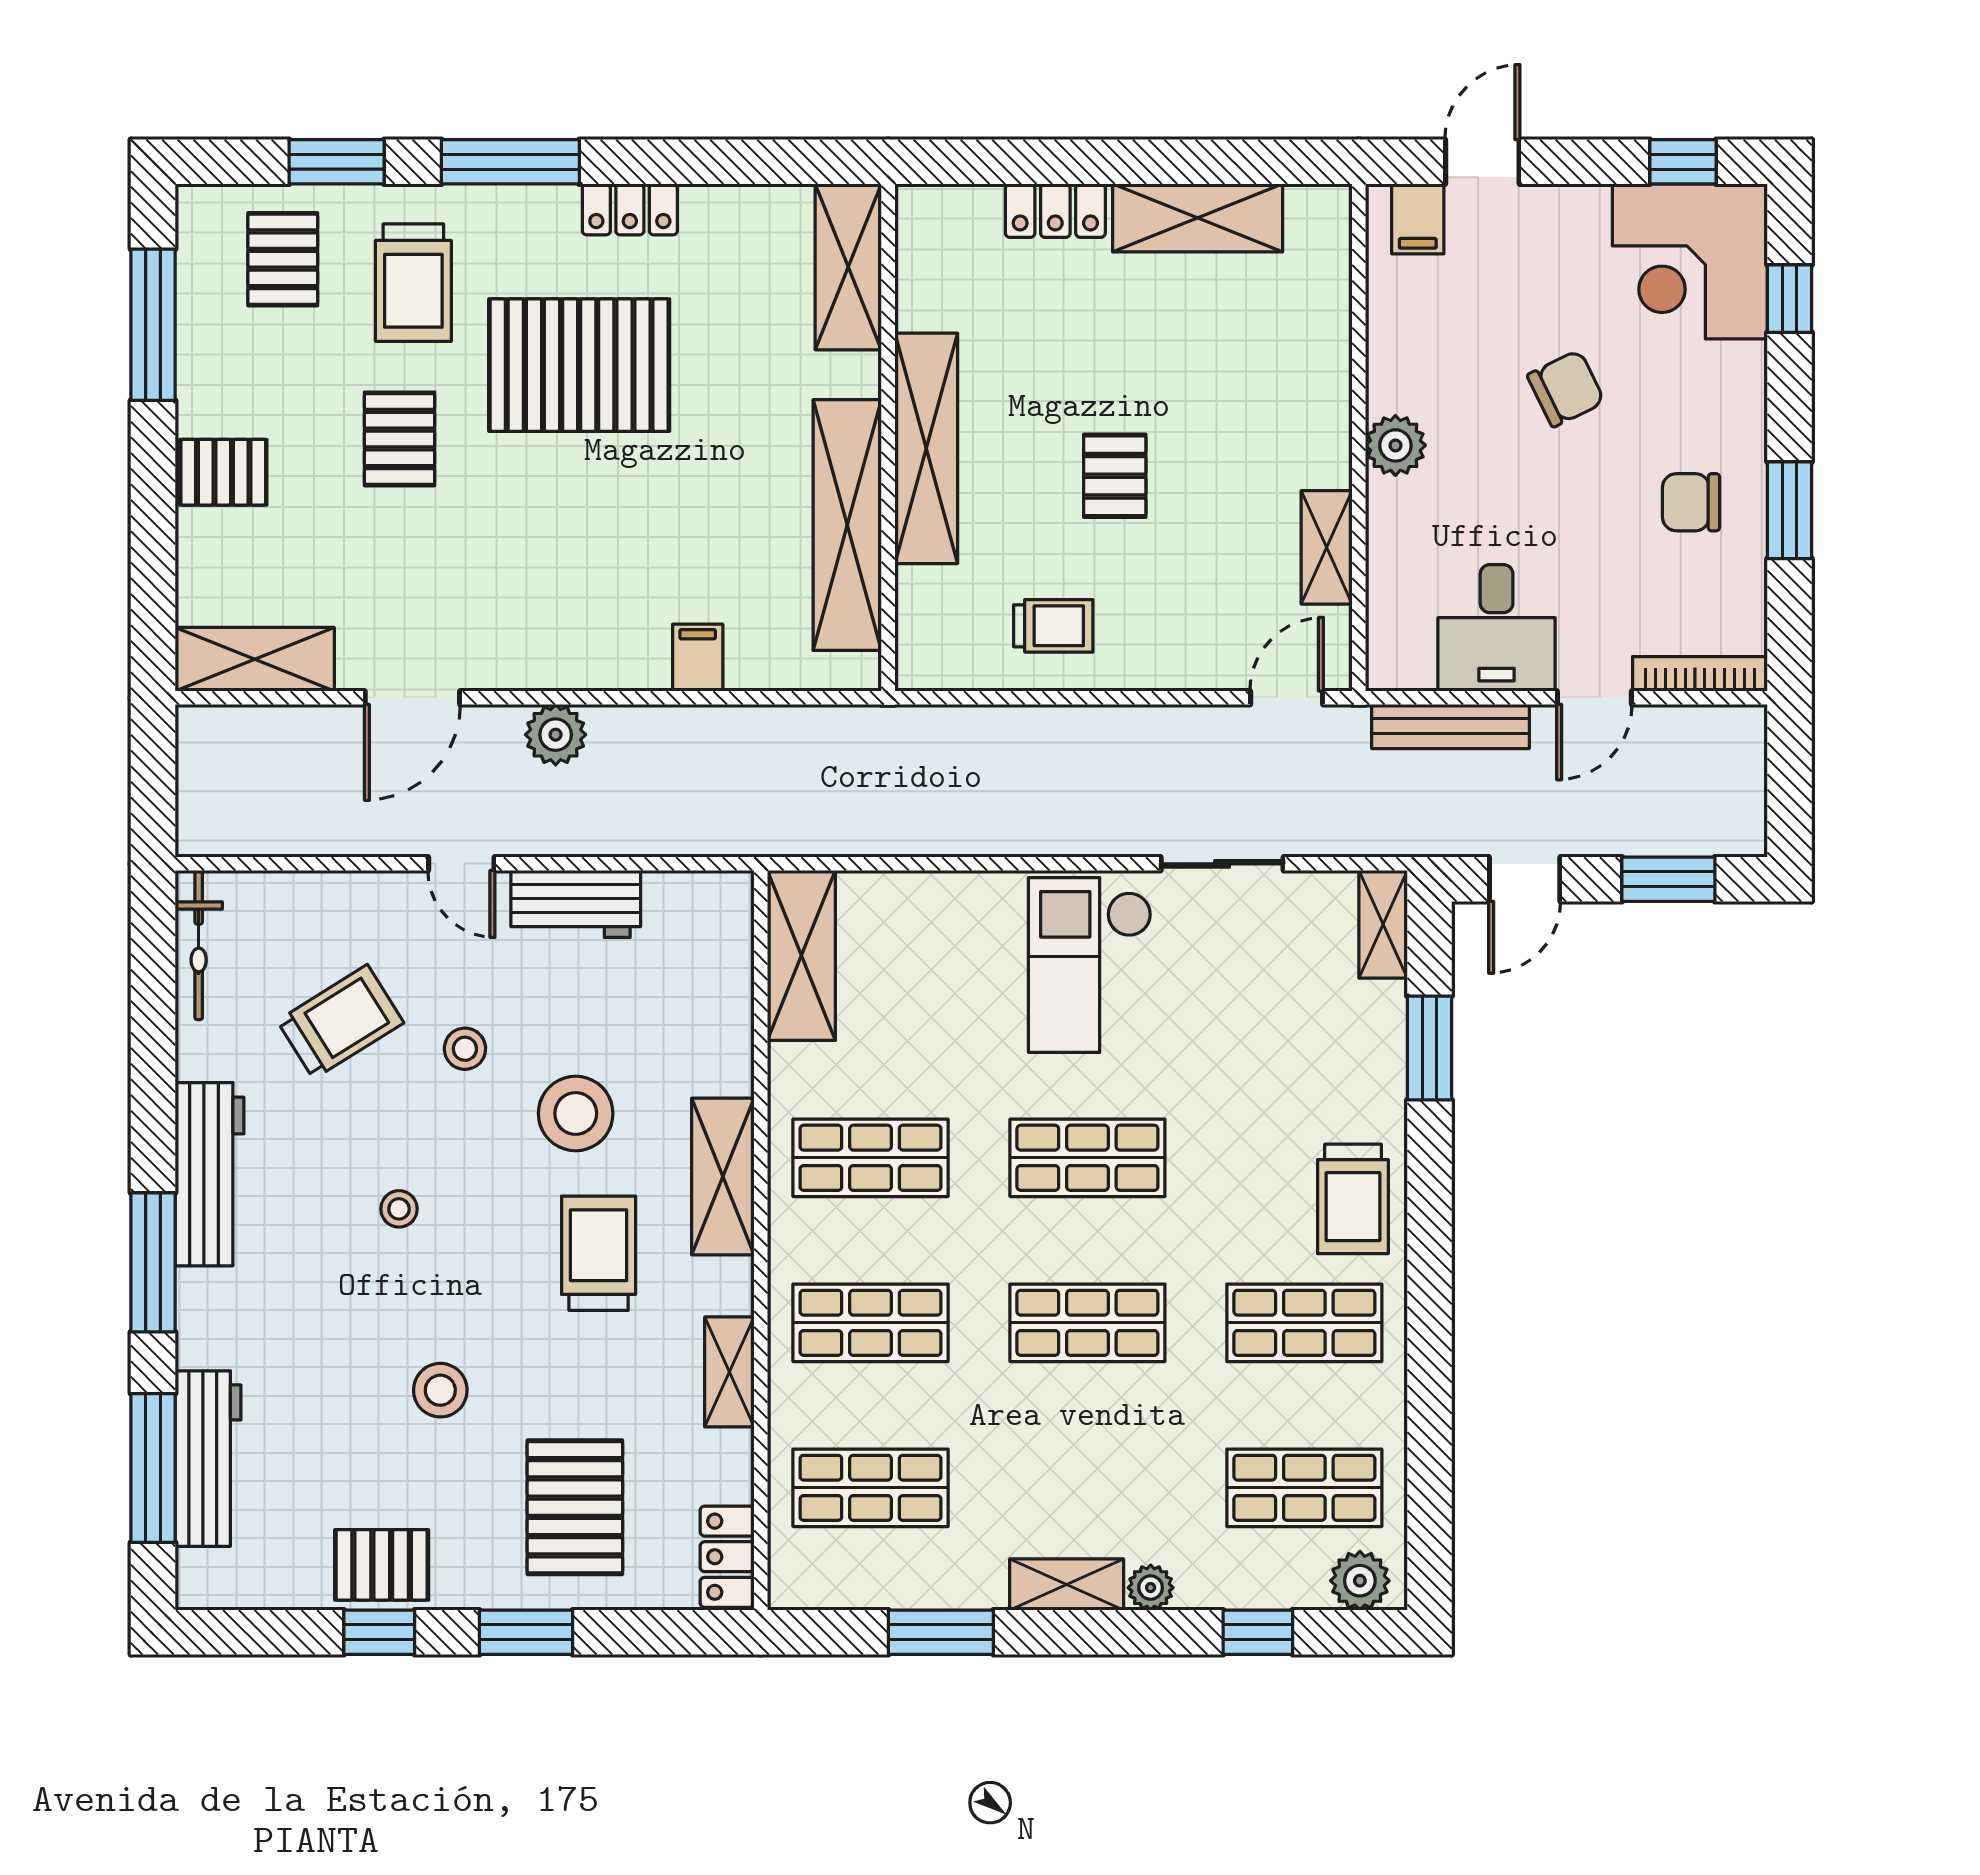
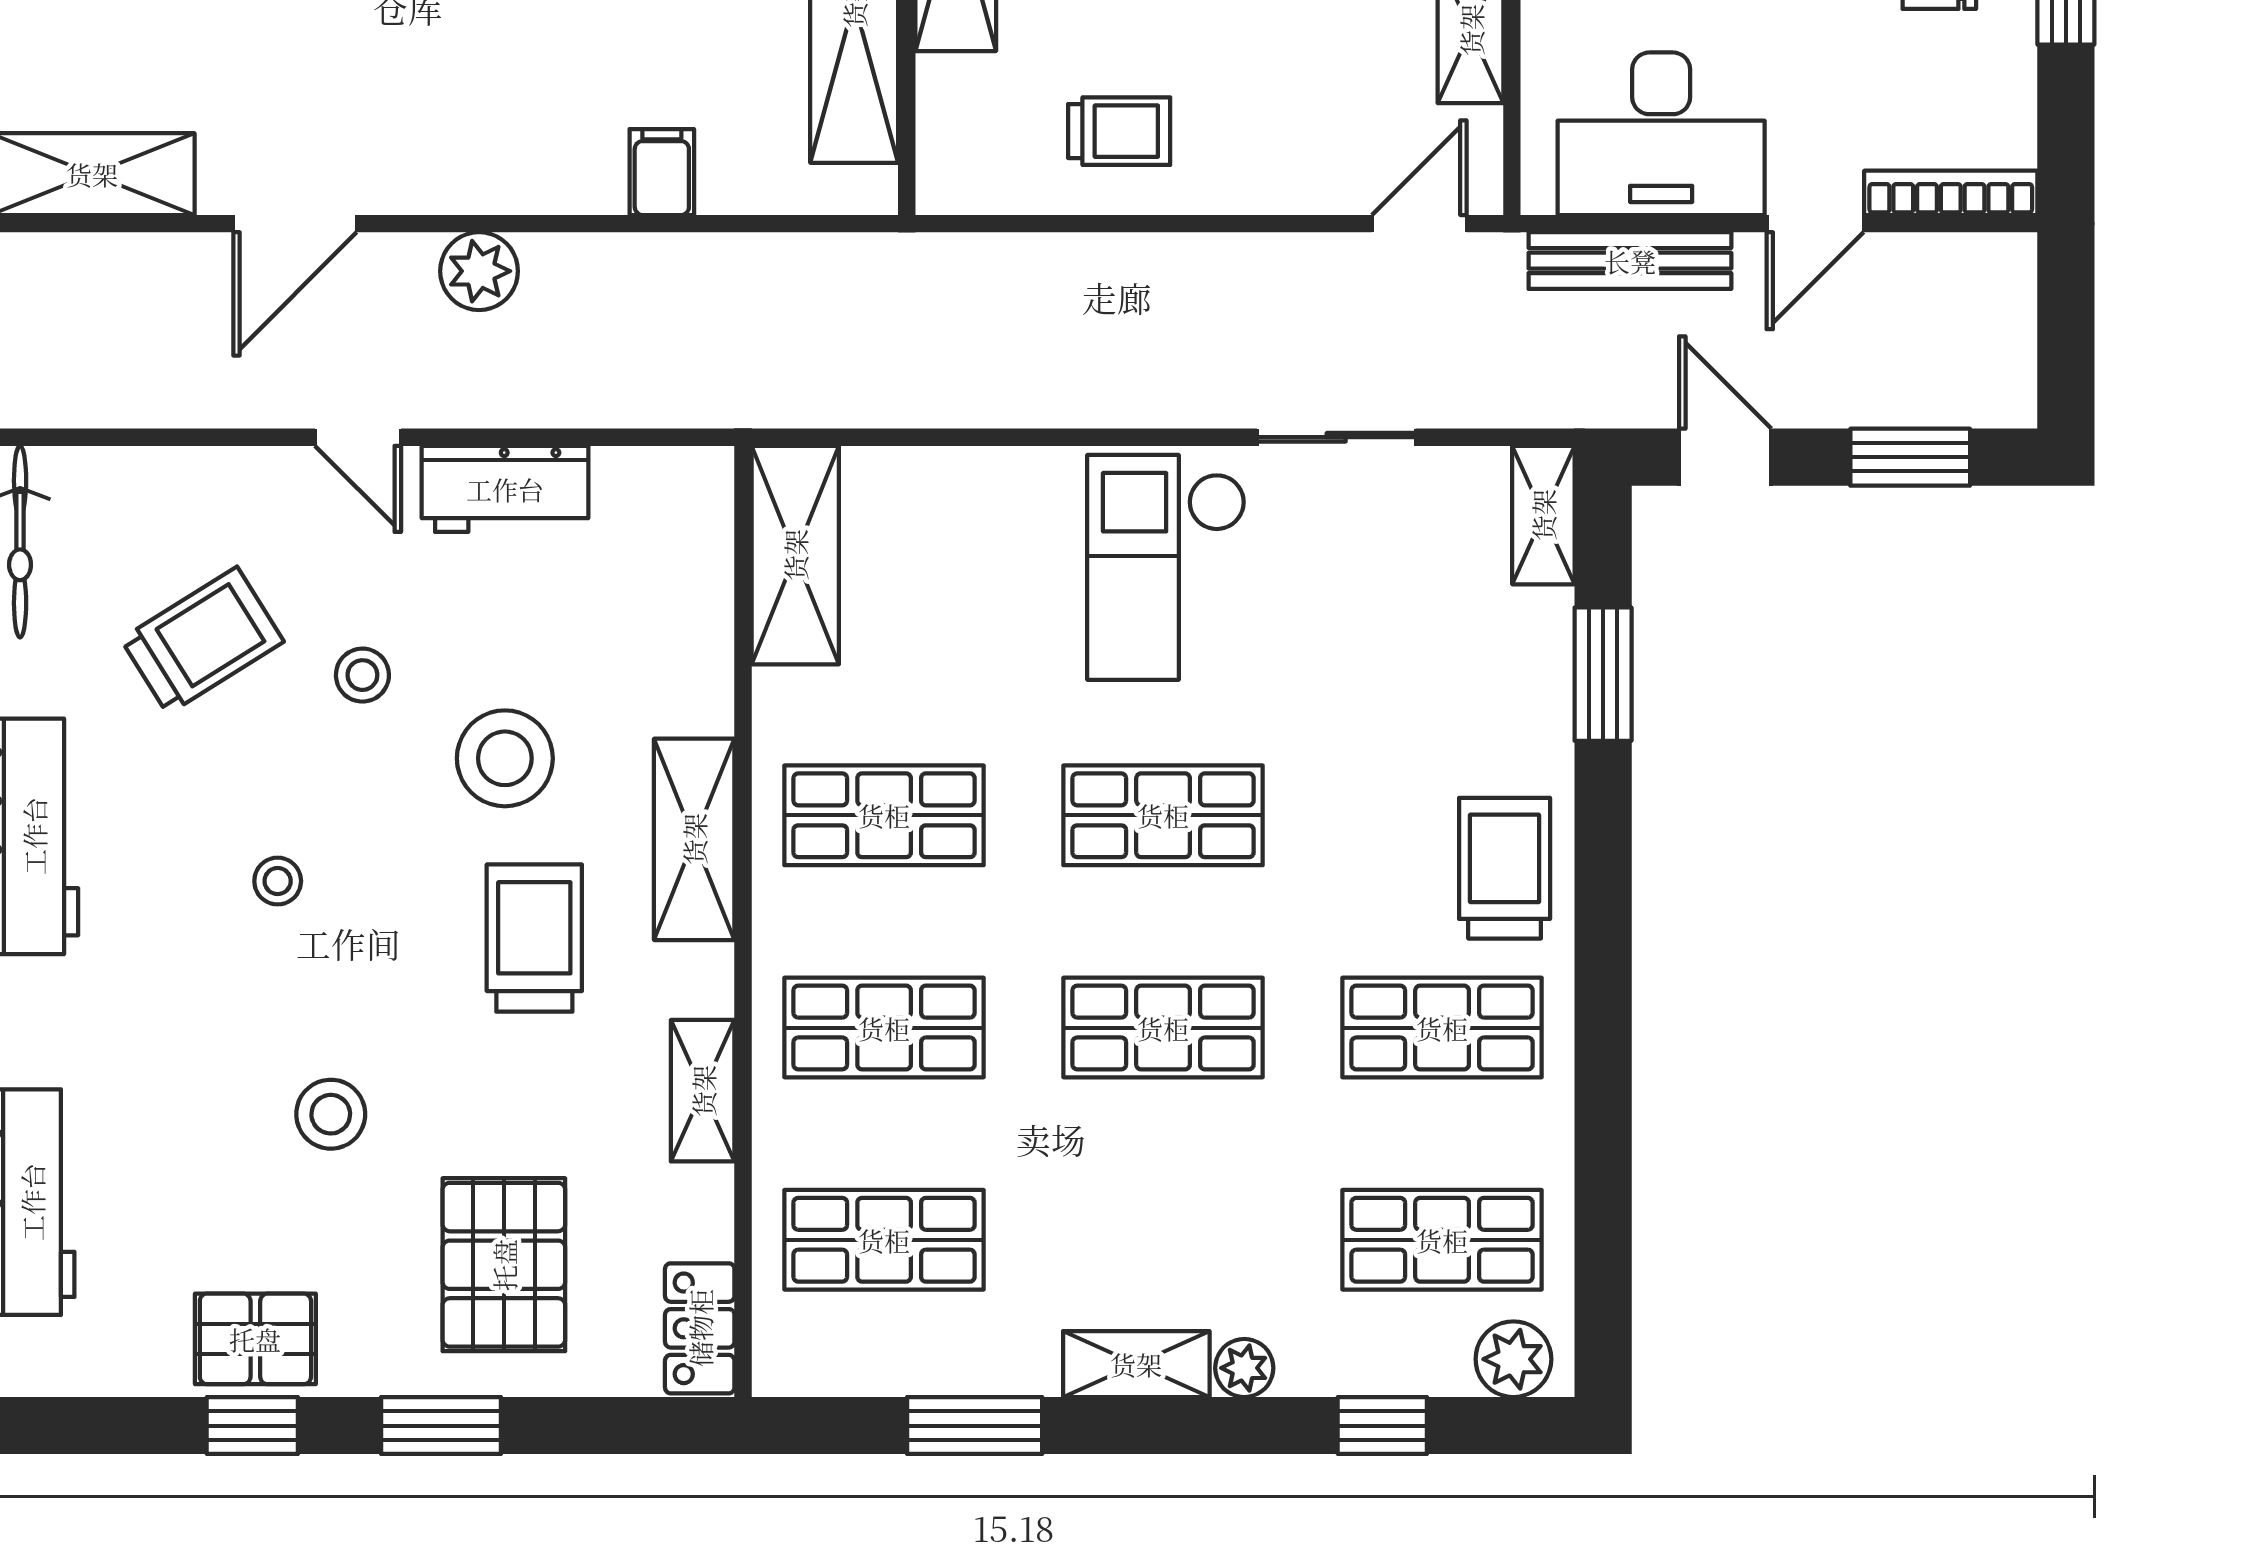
desk: (1497, 628) -> (1661, 134), width x1.37
door: (1525, 879) -> (1725, 457), swing flipped
trolley: (1353, 1199) -> (1505, 868), turned 180

